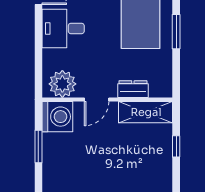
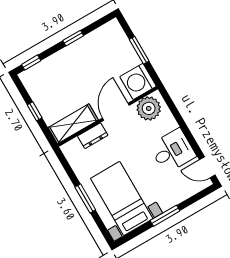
door: (97, 99) -> (116, 112), width x1.38

